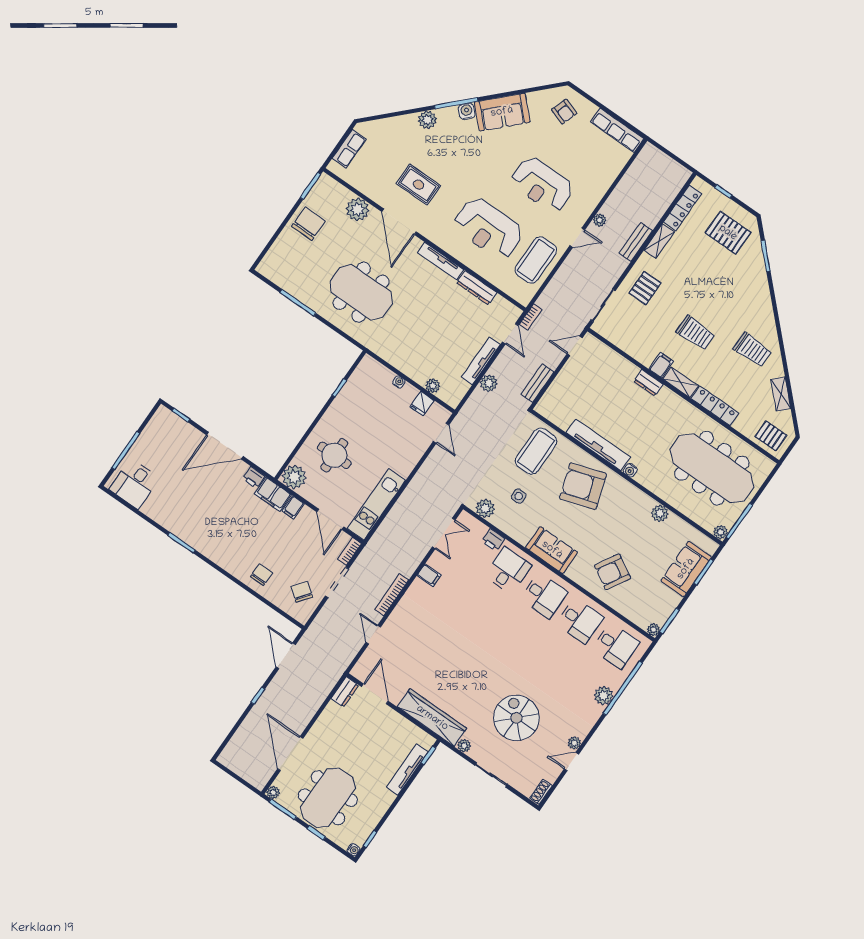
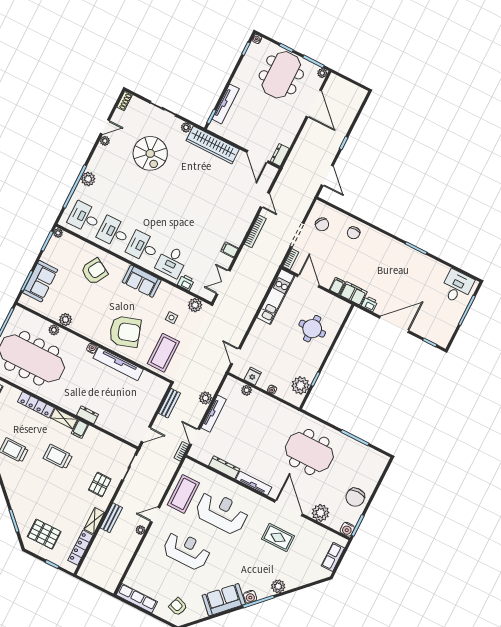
water cooler: (325, 183) -> (347, 529), added
plant: (294, 477) -> (300, 385), moved
plant: (721, 532) -> (54, 330), moved

